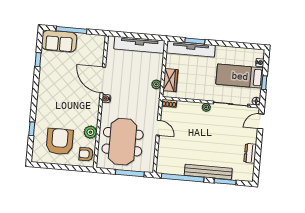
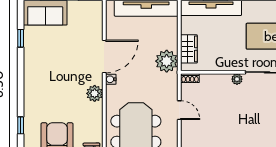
door: (103, 80) -> (104, 56), swing flipped
plant: (156, 84) -> (167, 61), width x1.87, depth x1.87
plant: (90, 132) -> (95, 93), moved

